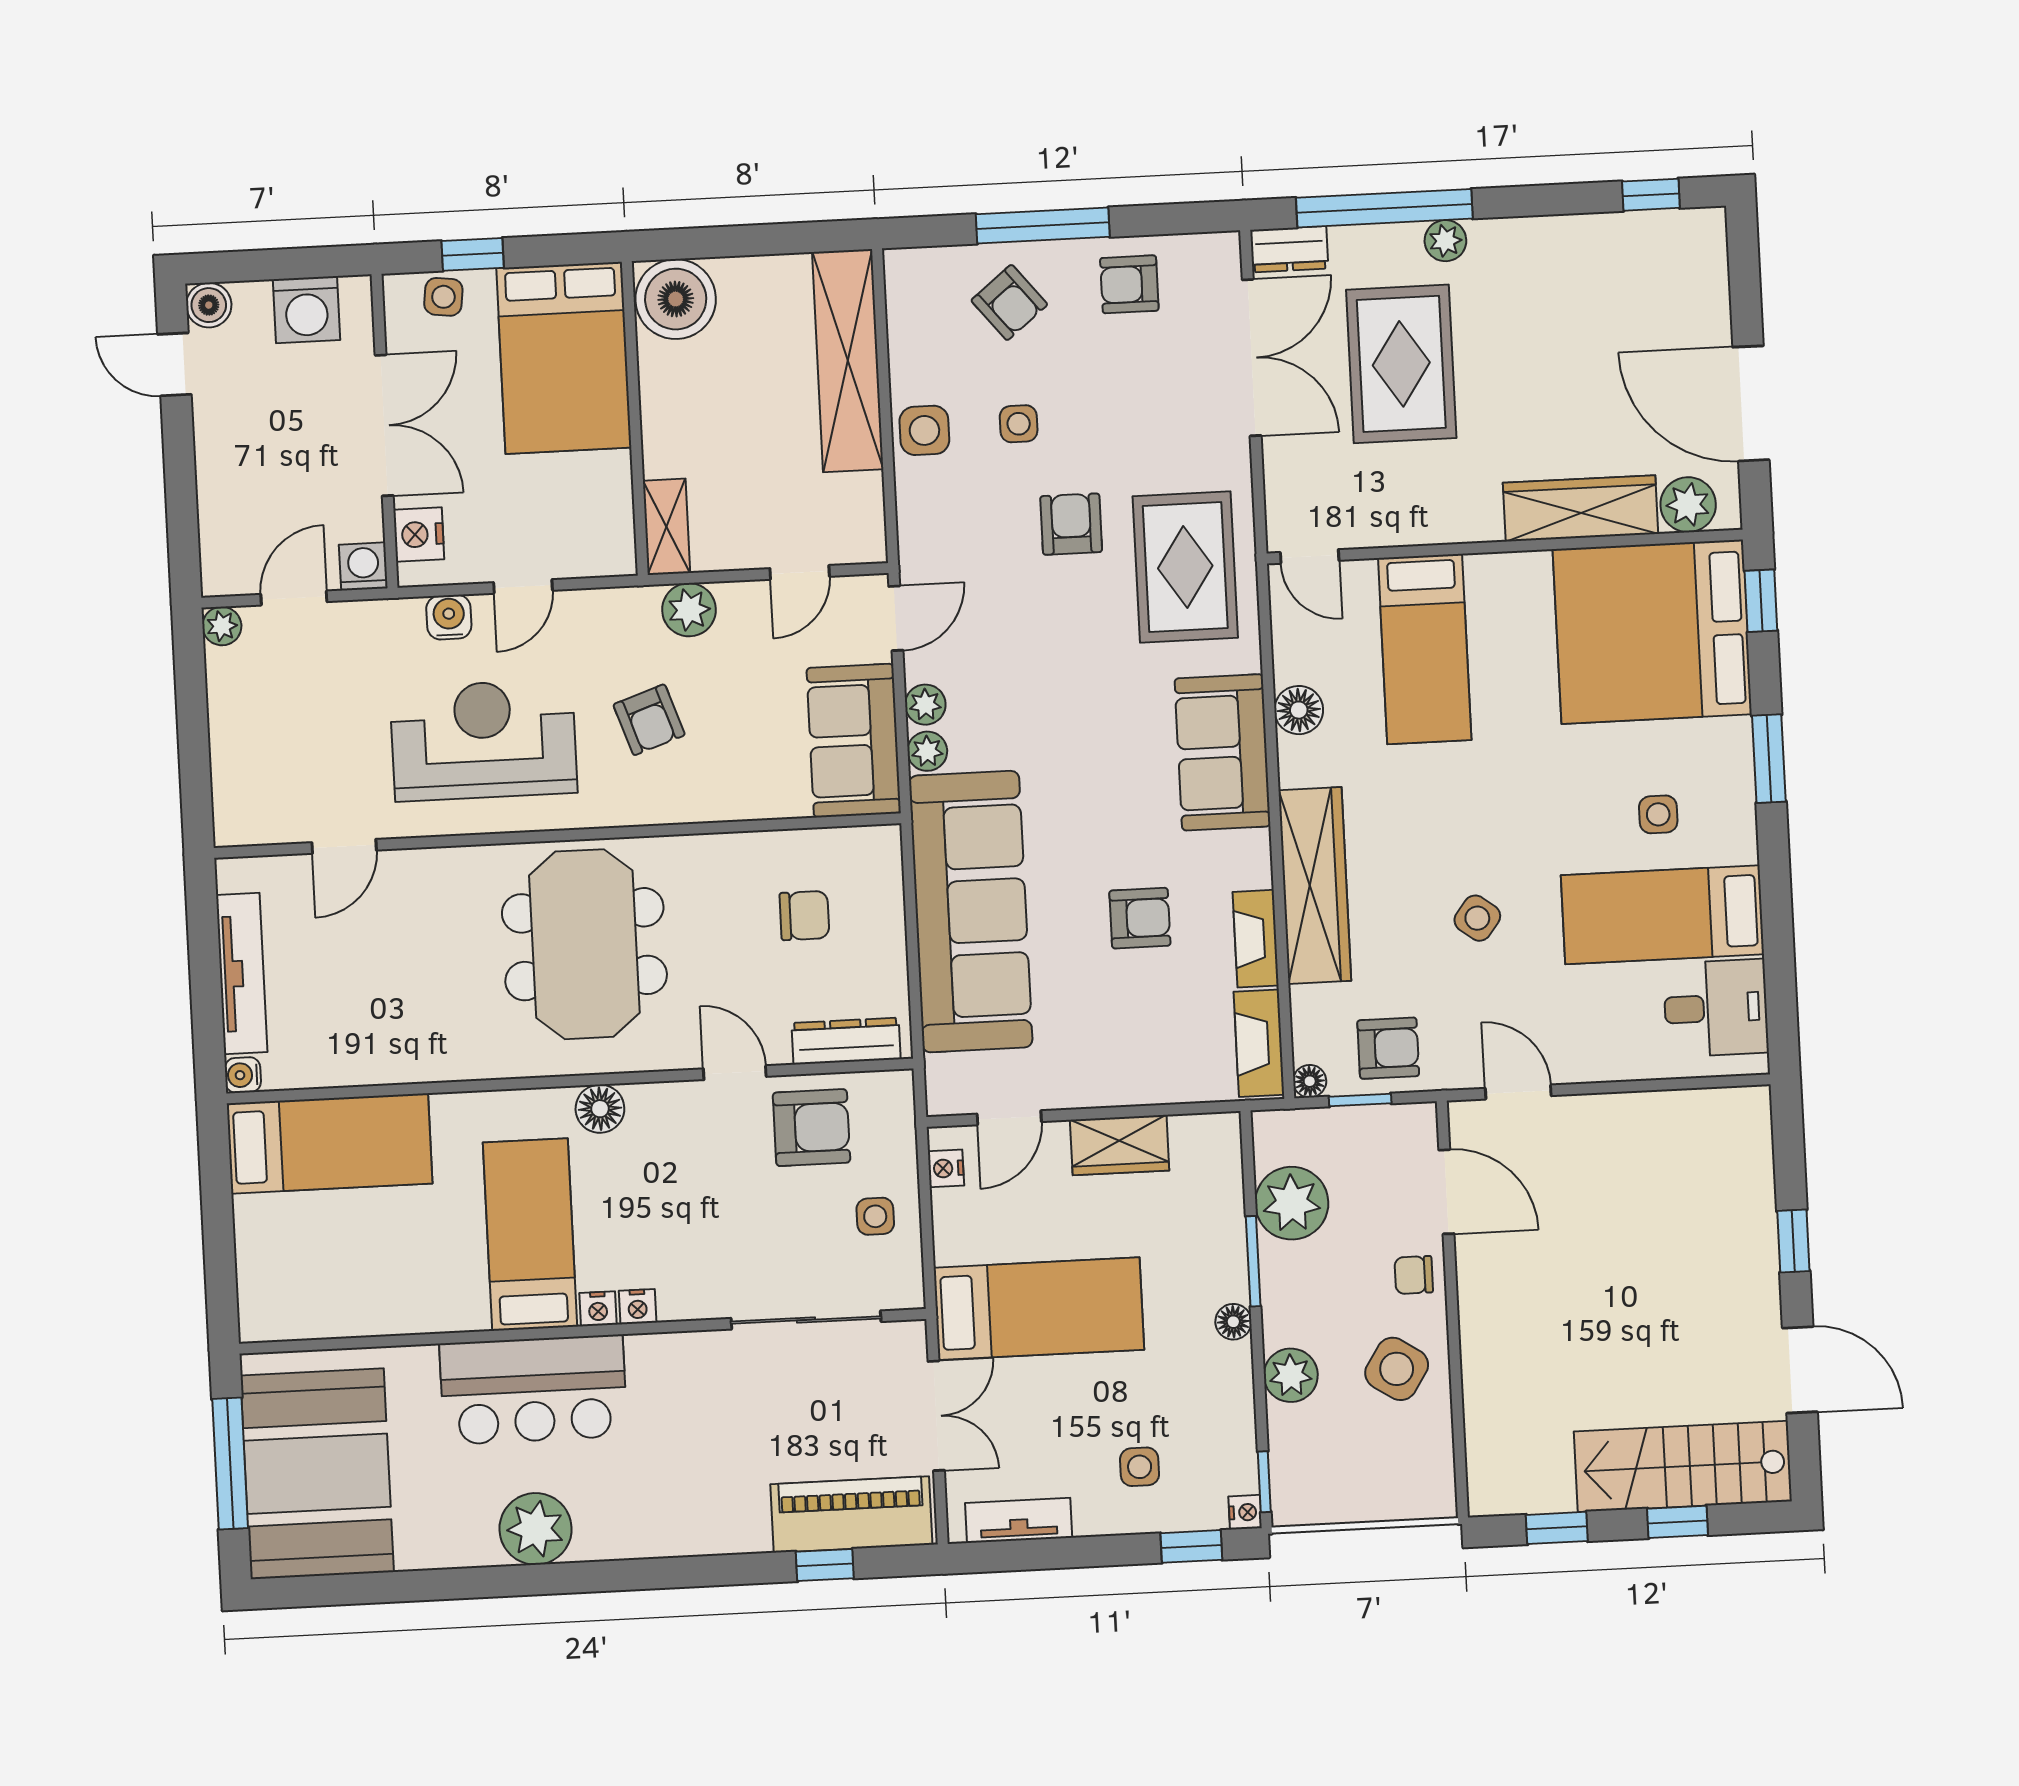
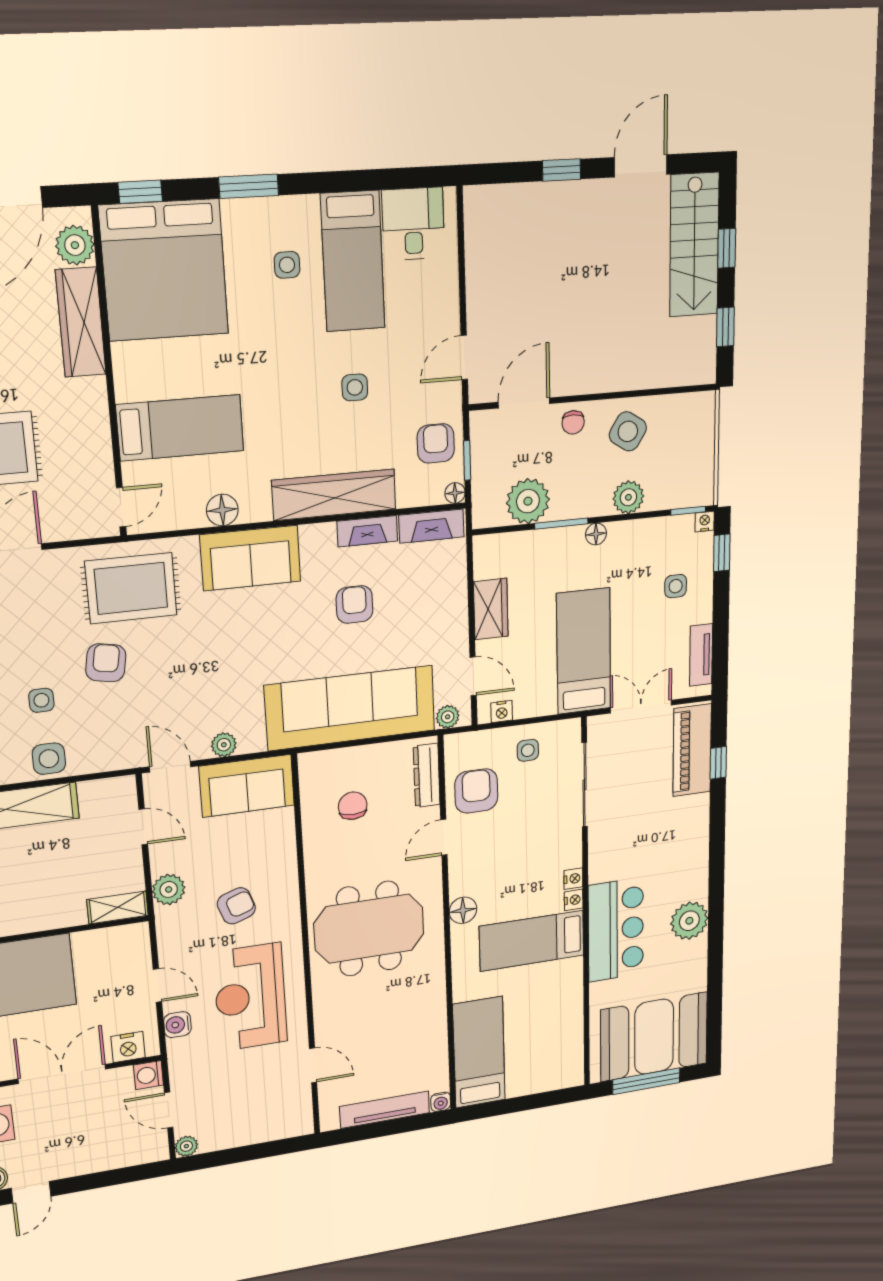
armchair: (1071, 524) -> (106, 663), turned 100
plant: (927, 751) -> (448, 717), moved
side table: (1477, 918) -> (355, 387), turned -37

